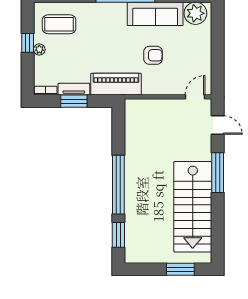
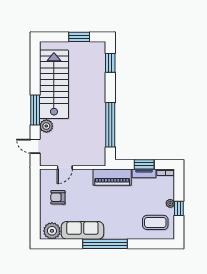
armchair: (153, 55) -> (58, 197), moved
door: (195, 97) -> (65, 167), moved
plant: (203, 152) -> (46, 126), added
window: (118, 185) -> (110, 125), moved
window: (180, 269) -> (79, 37), moved

